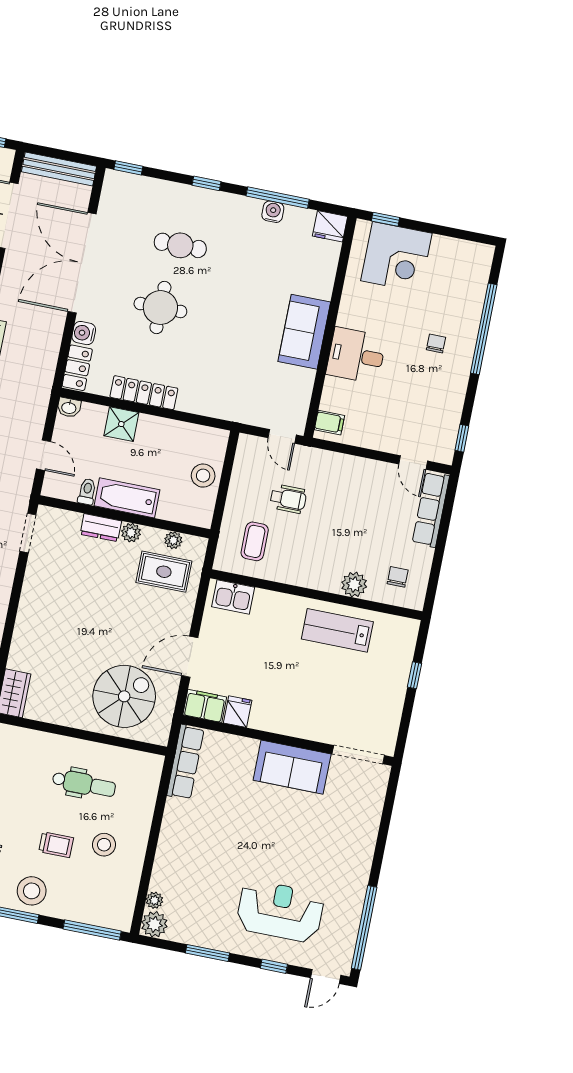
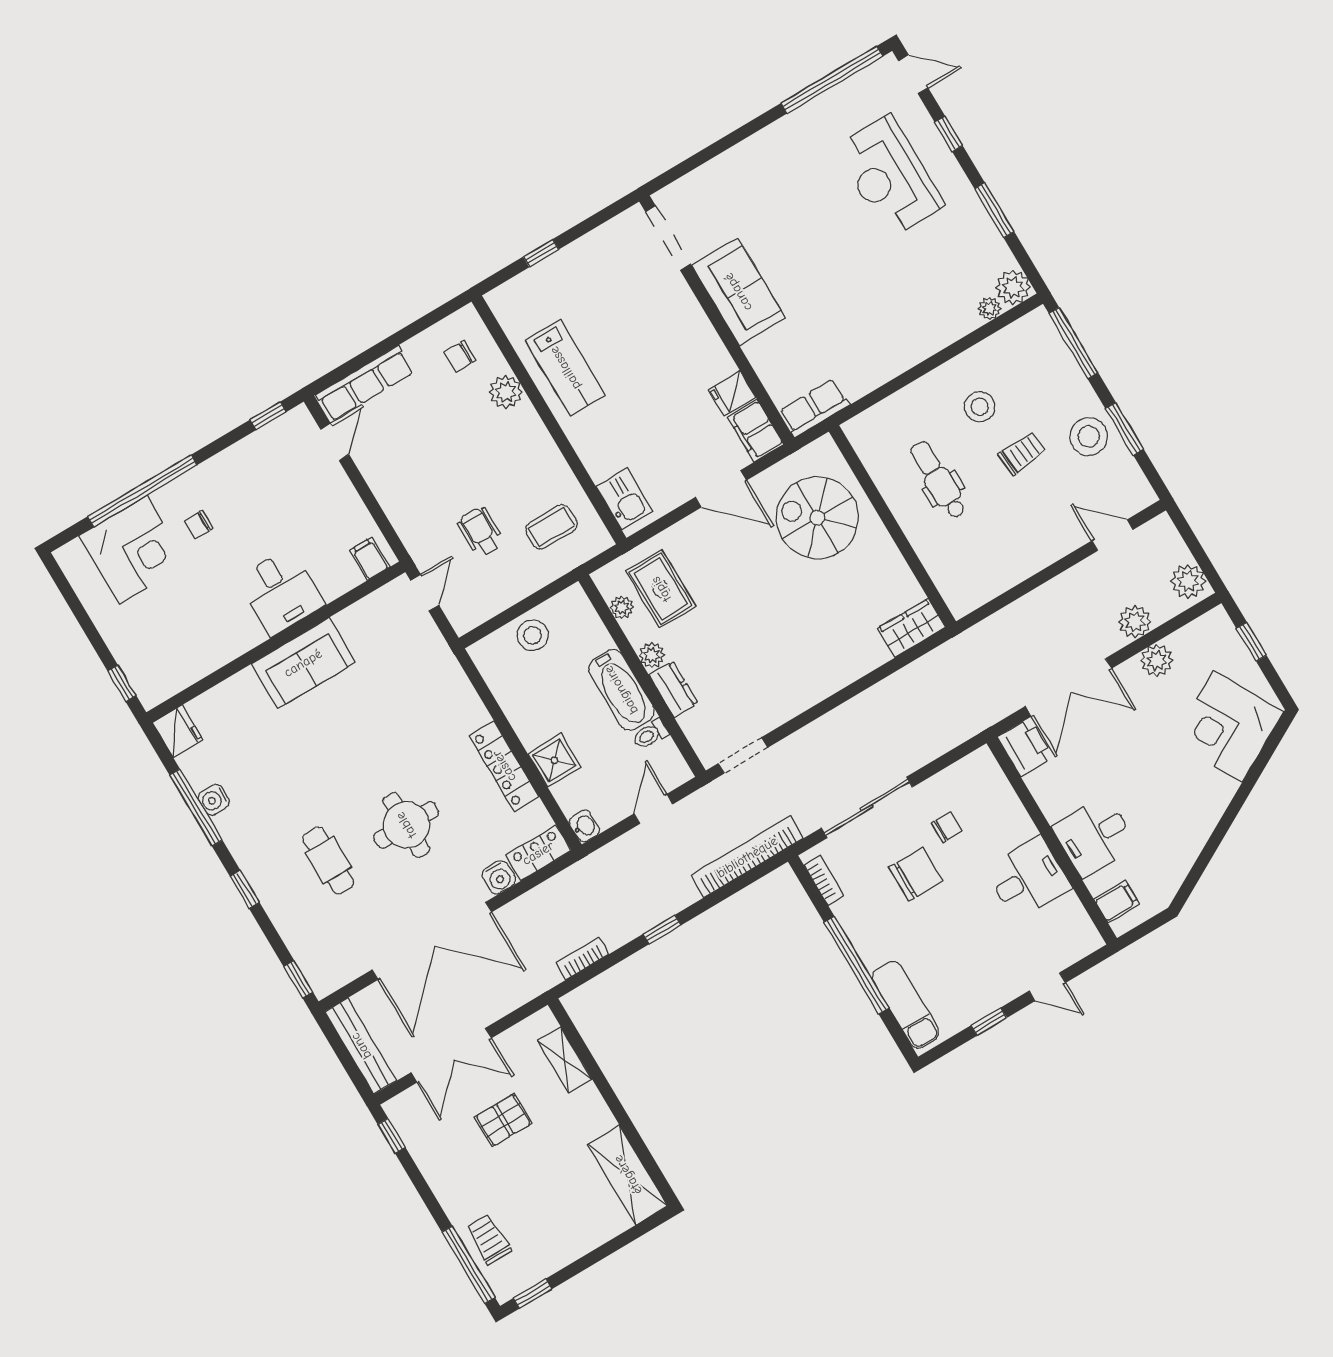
corner desk: (396, 257) -> (133, 550), moved, turned 90
row of seats: (185, 762) -> (814, 408), width x0.68
trolley: (56, 845) -> (1022, 453), turned 85

